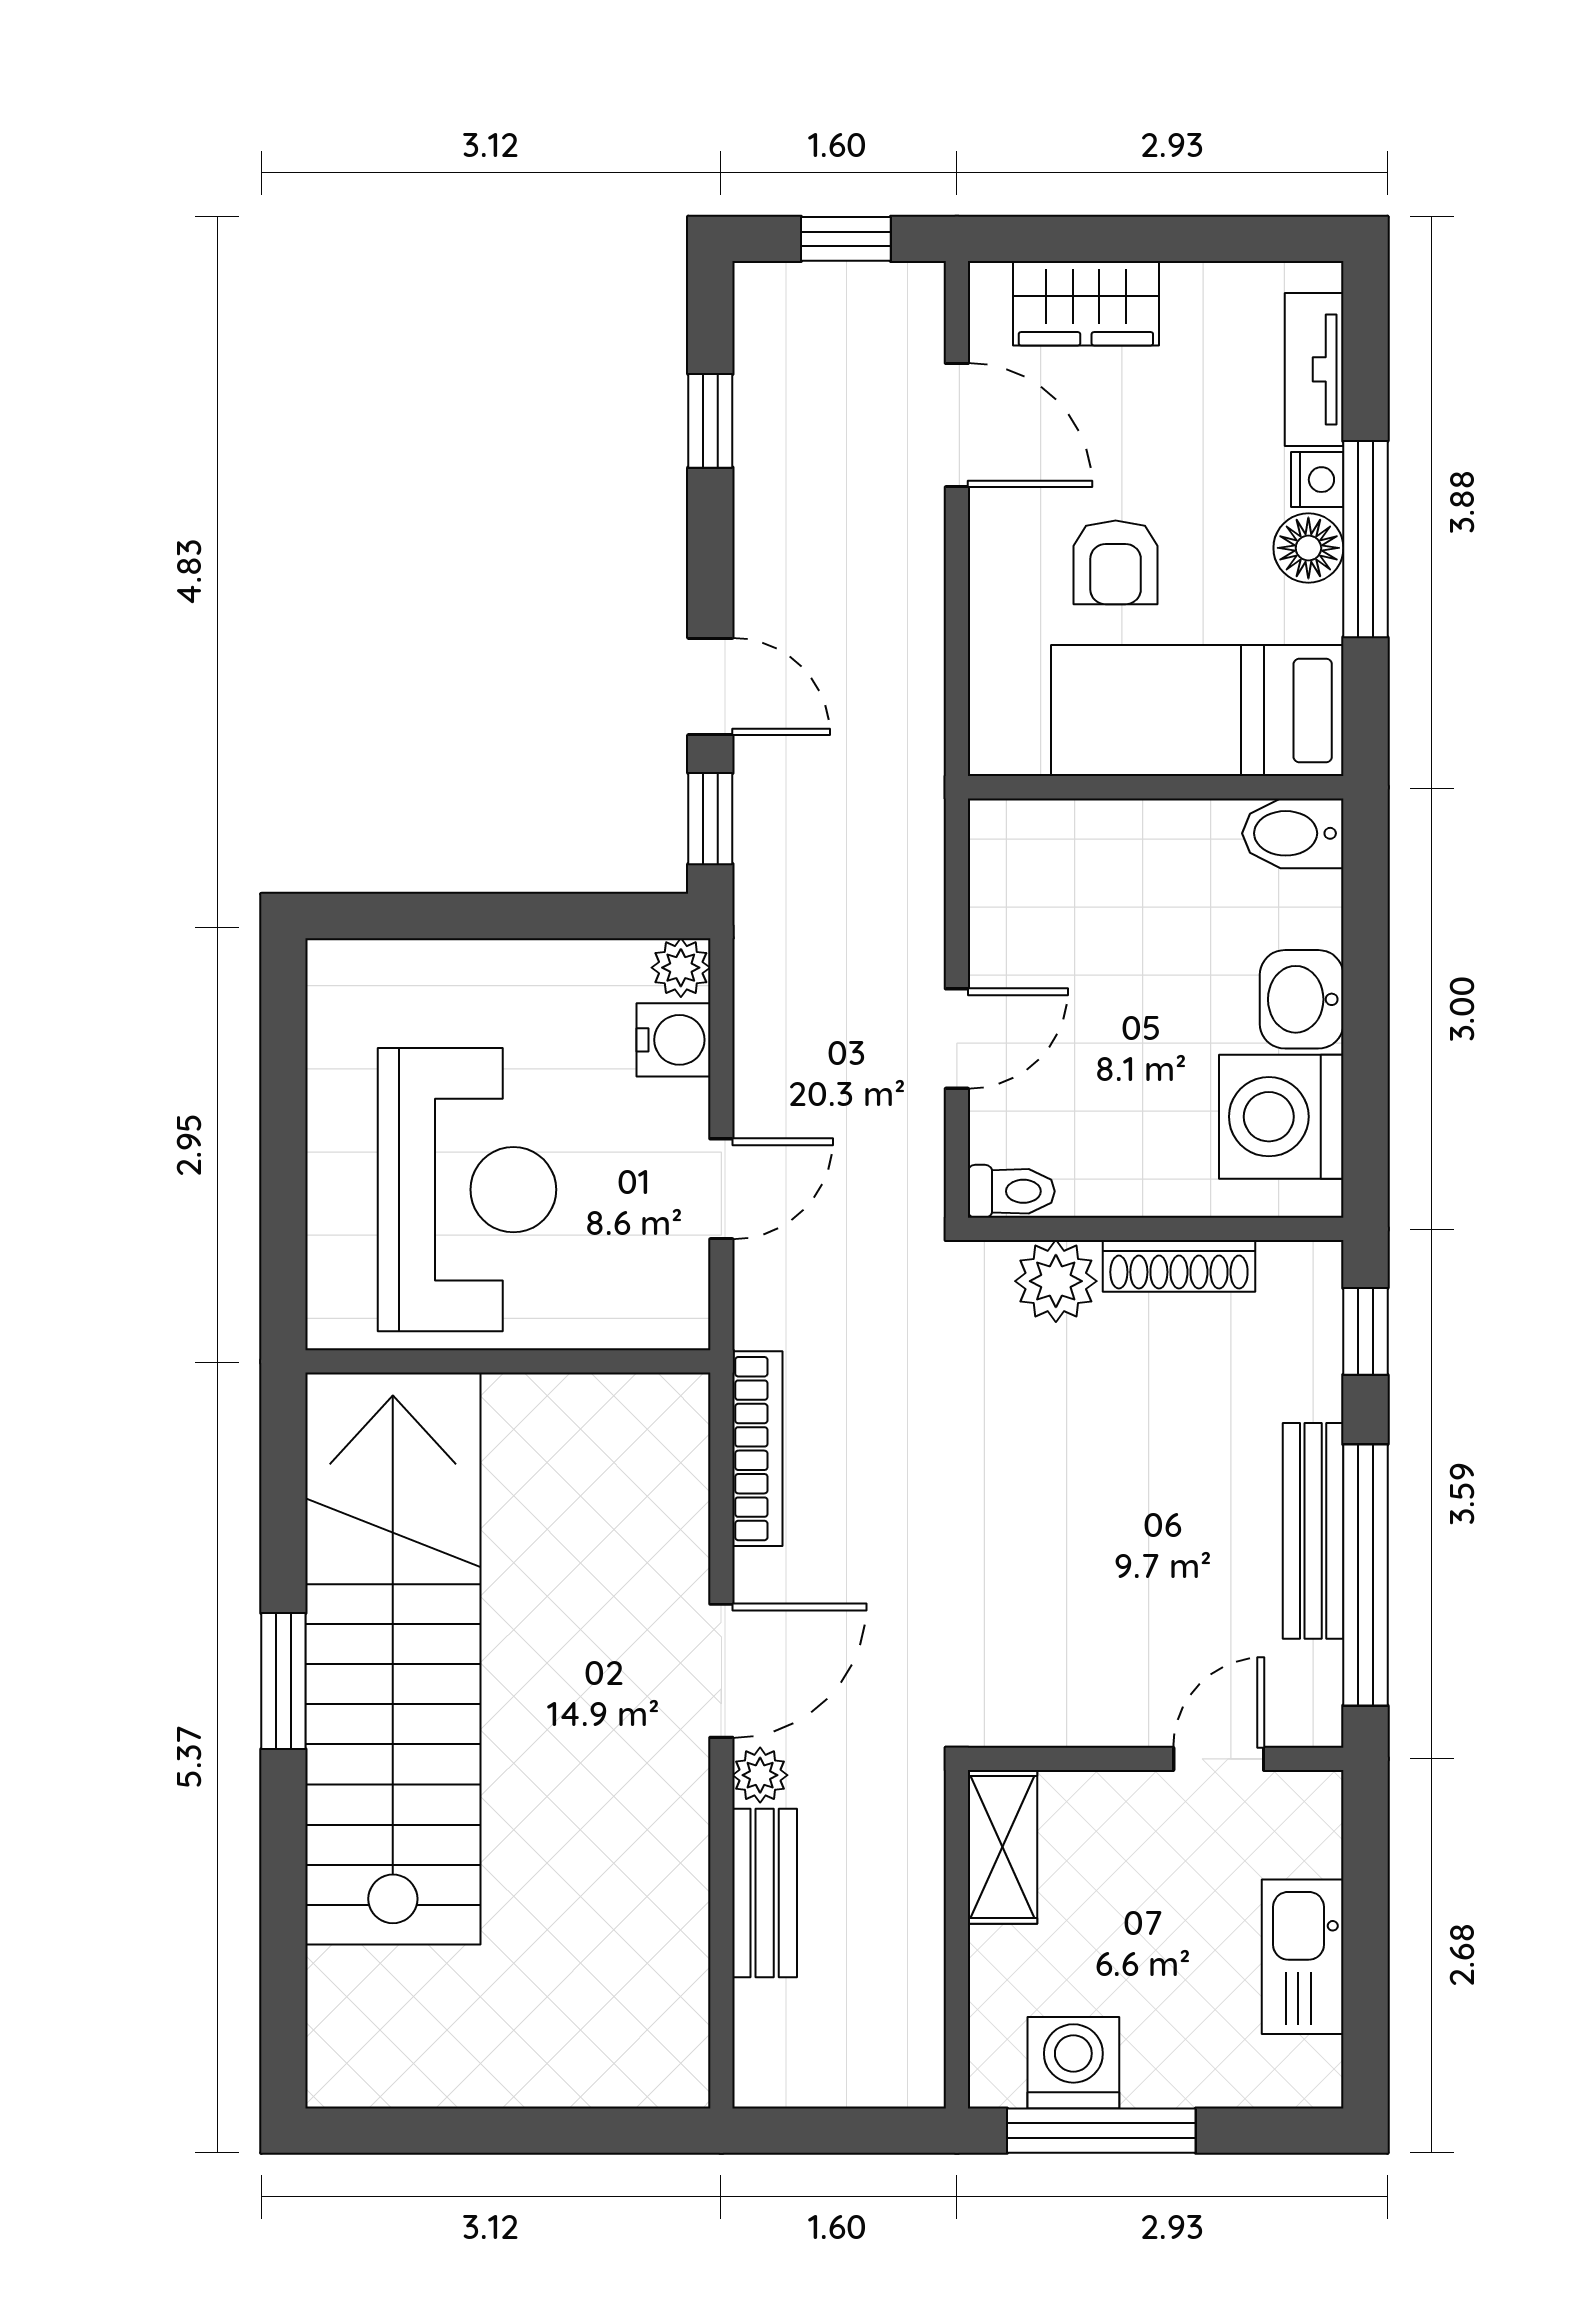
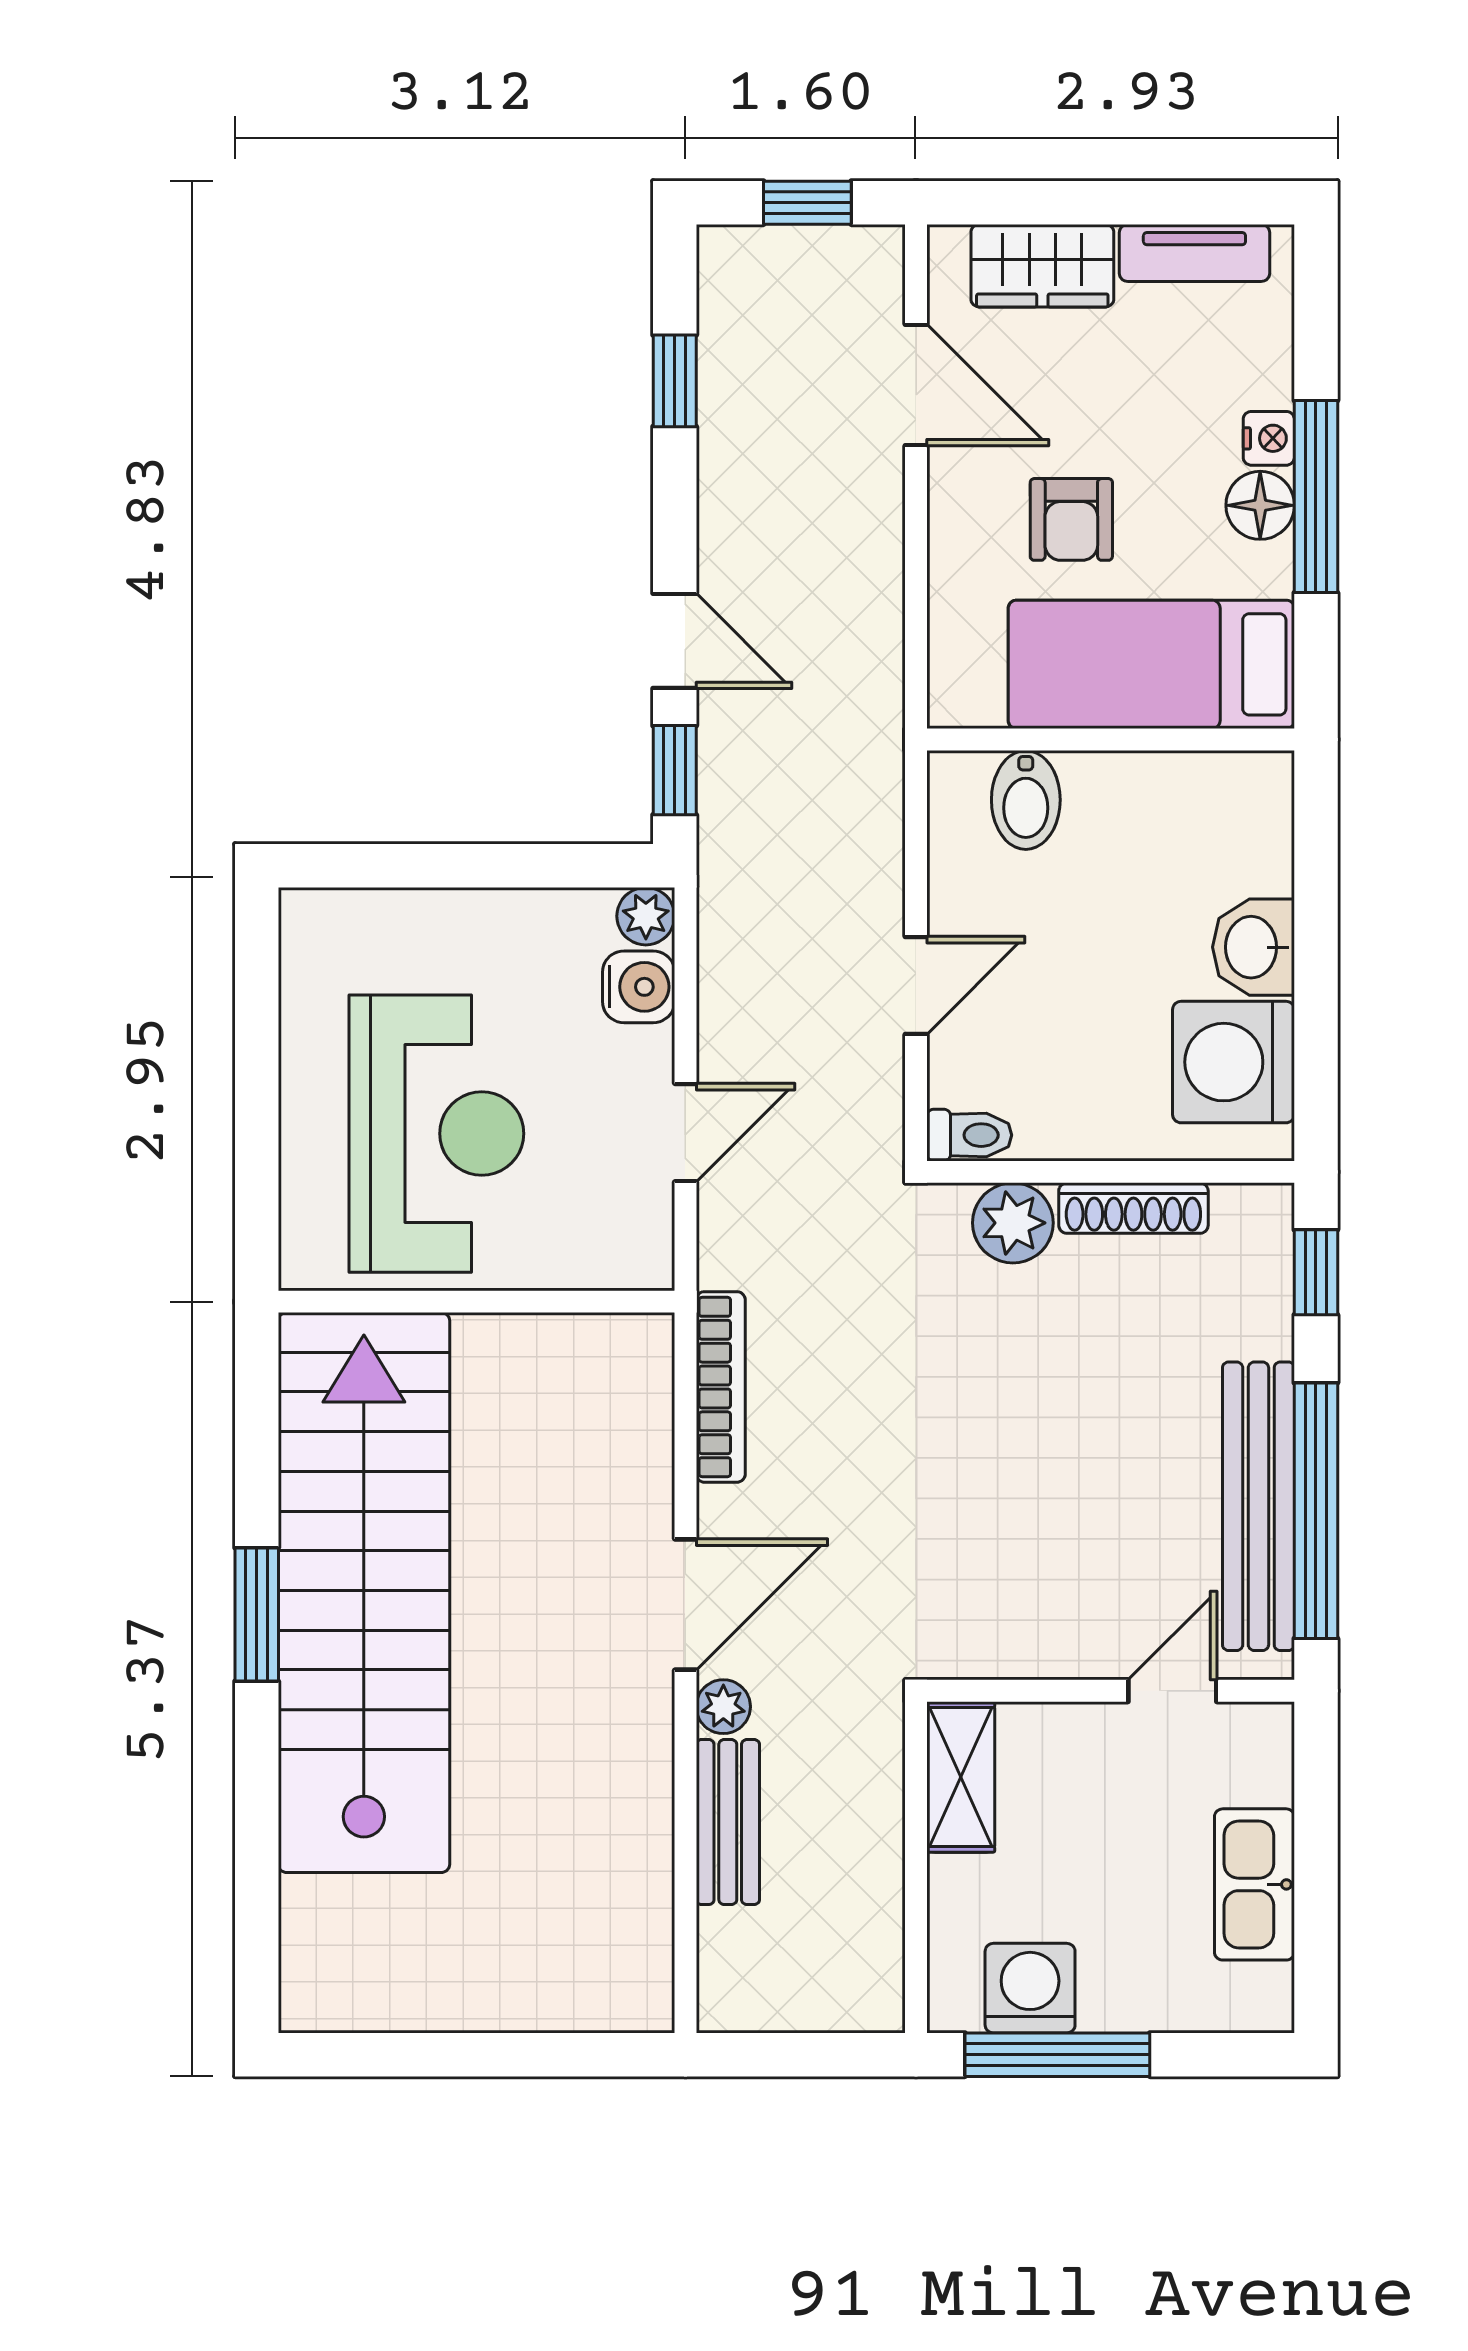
tv unit: (1314, 369) -> (1194, 253), moved, turned -90
bidet: (1293, 833) -> (1026, 800), moved, turned -90
bench: (1313, 1531) -> (1258, 1506), width x1.37, depth x1.21

